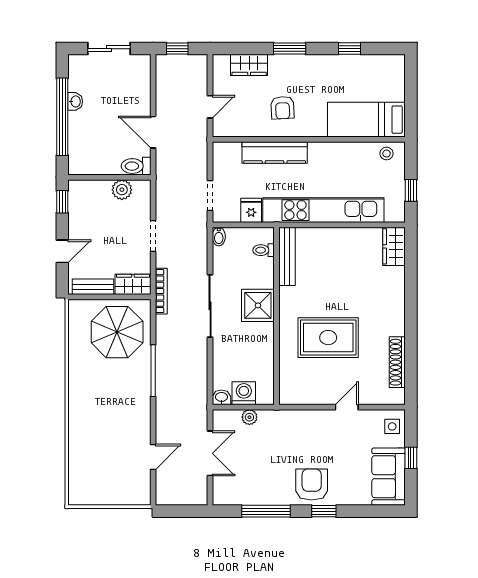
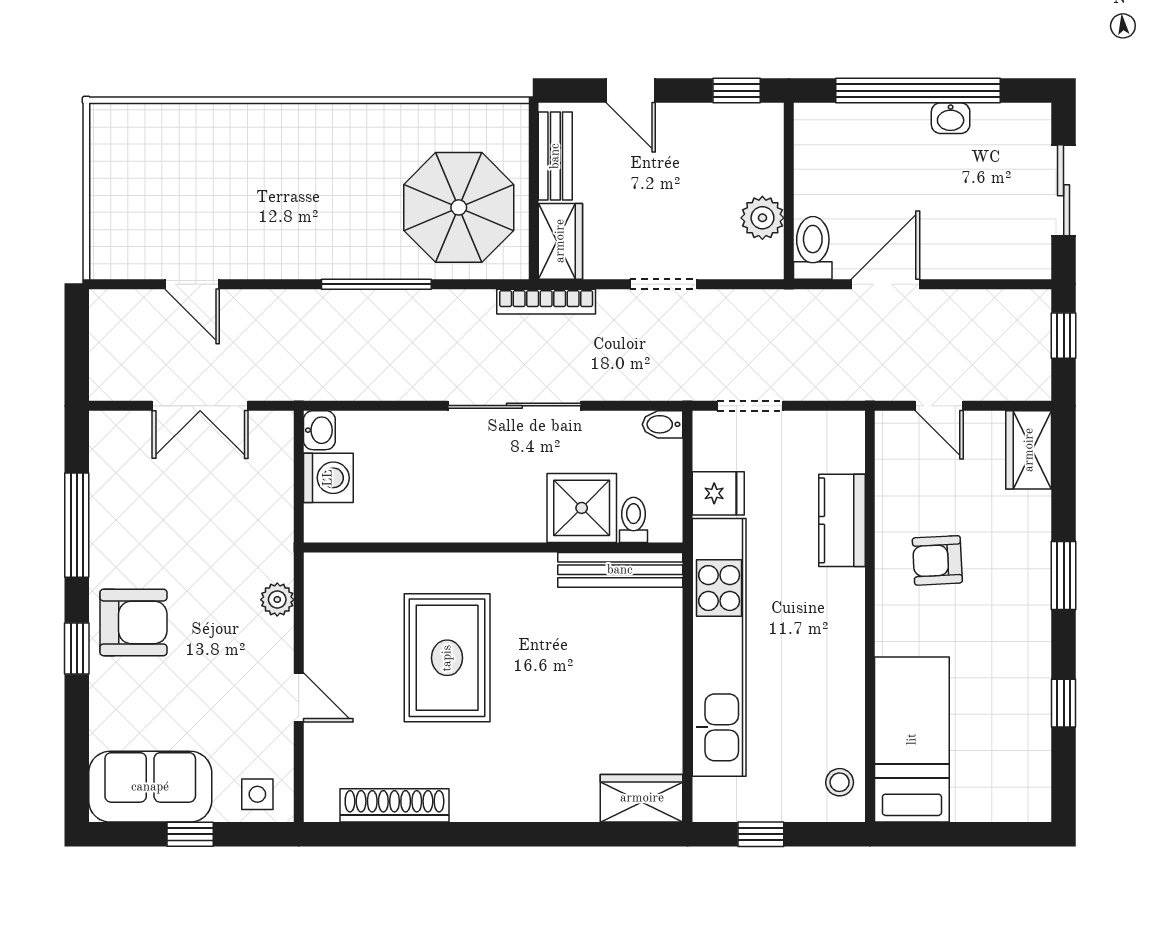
wardrobe: (249, 65) -> (1029, 450), moved
kitchen counter: (275, 152) -> (842, 520), width x0.67
shower: (258, 305) -> (582, 508), moved
plant: (249, 417) -> (277, 600), moved

